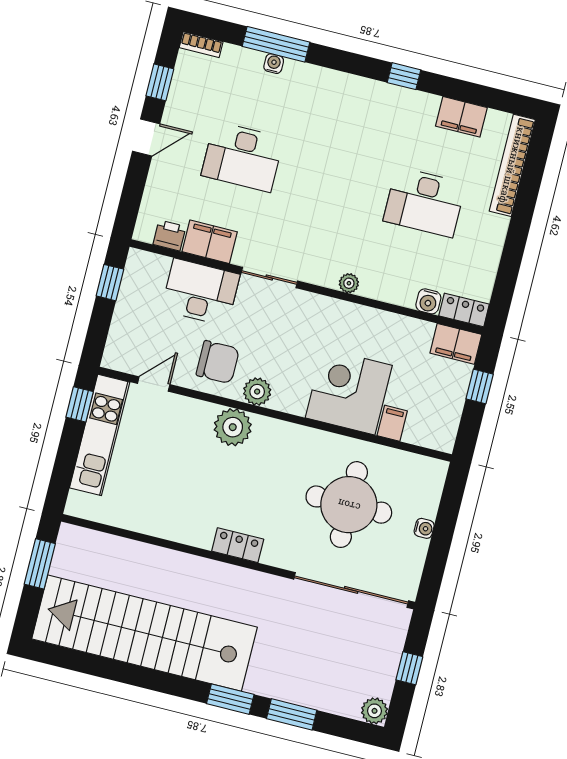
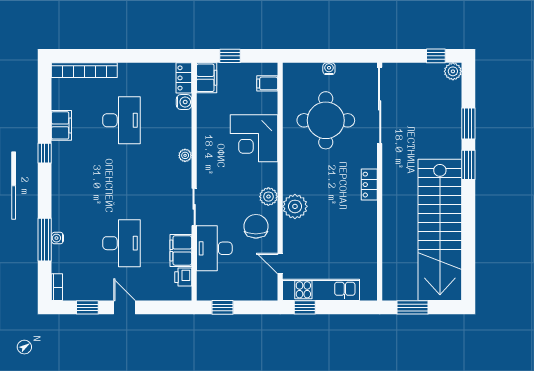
filing cabinet: (461, 117) -> (61, 125), moved
filing cabinet: (392, 423) -> (267, 83), moved
window: (409, 668) -> (436, 56), moved

